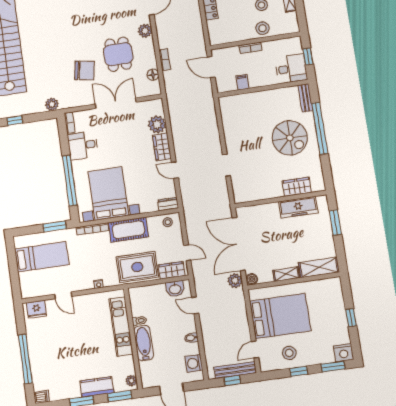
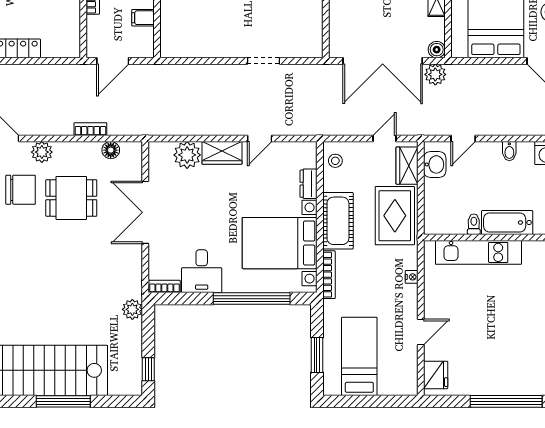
chair: (84, 71) -> (21, 190), moved, turned 80
dresser: (168, 204) -> (309, 184), moved
window: (54, 226) -> (317, 355), moved

